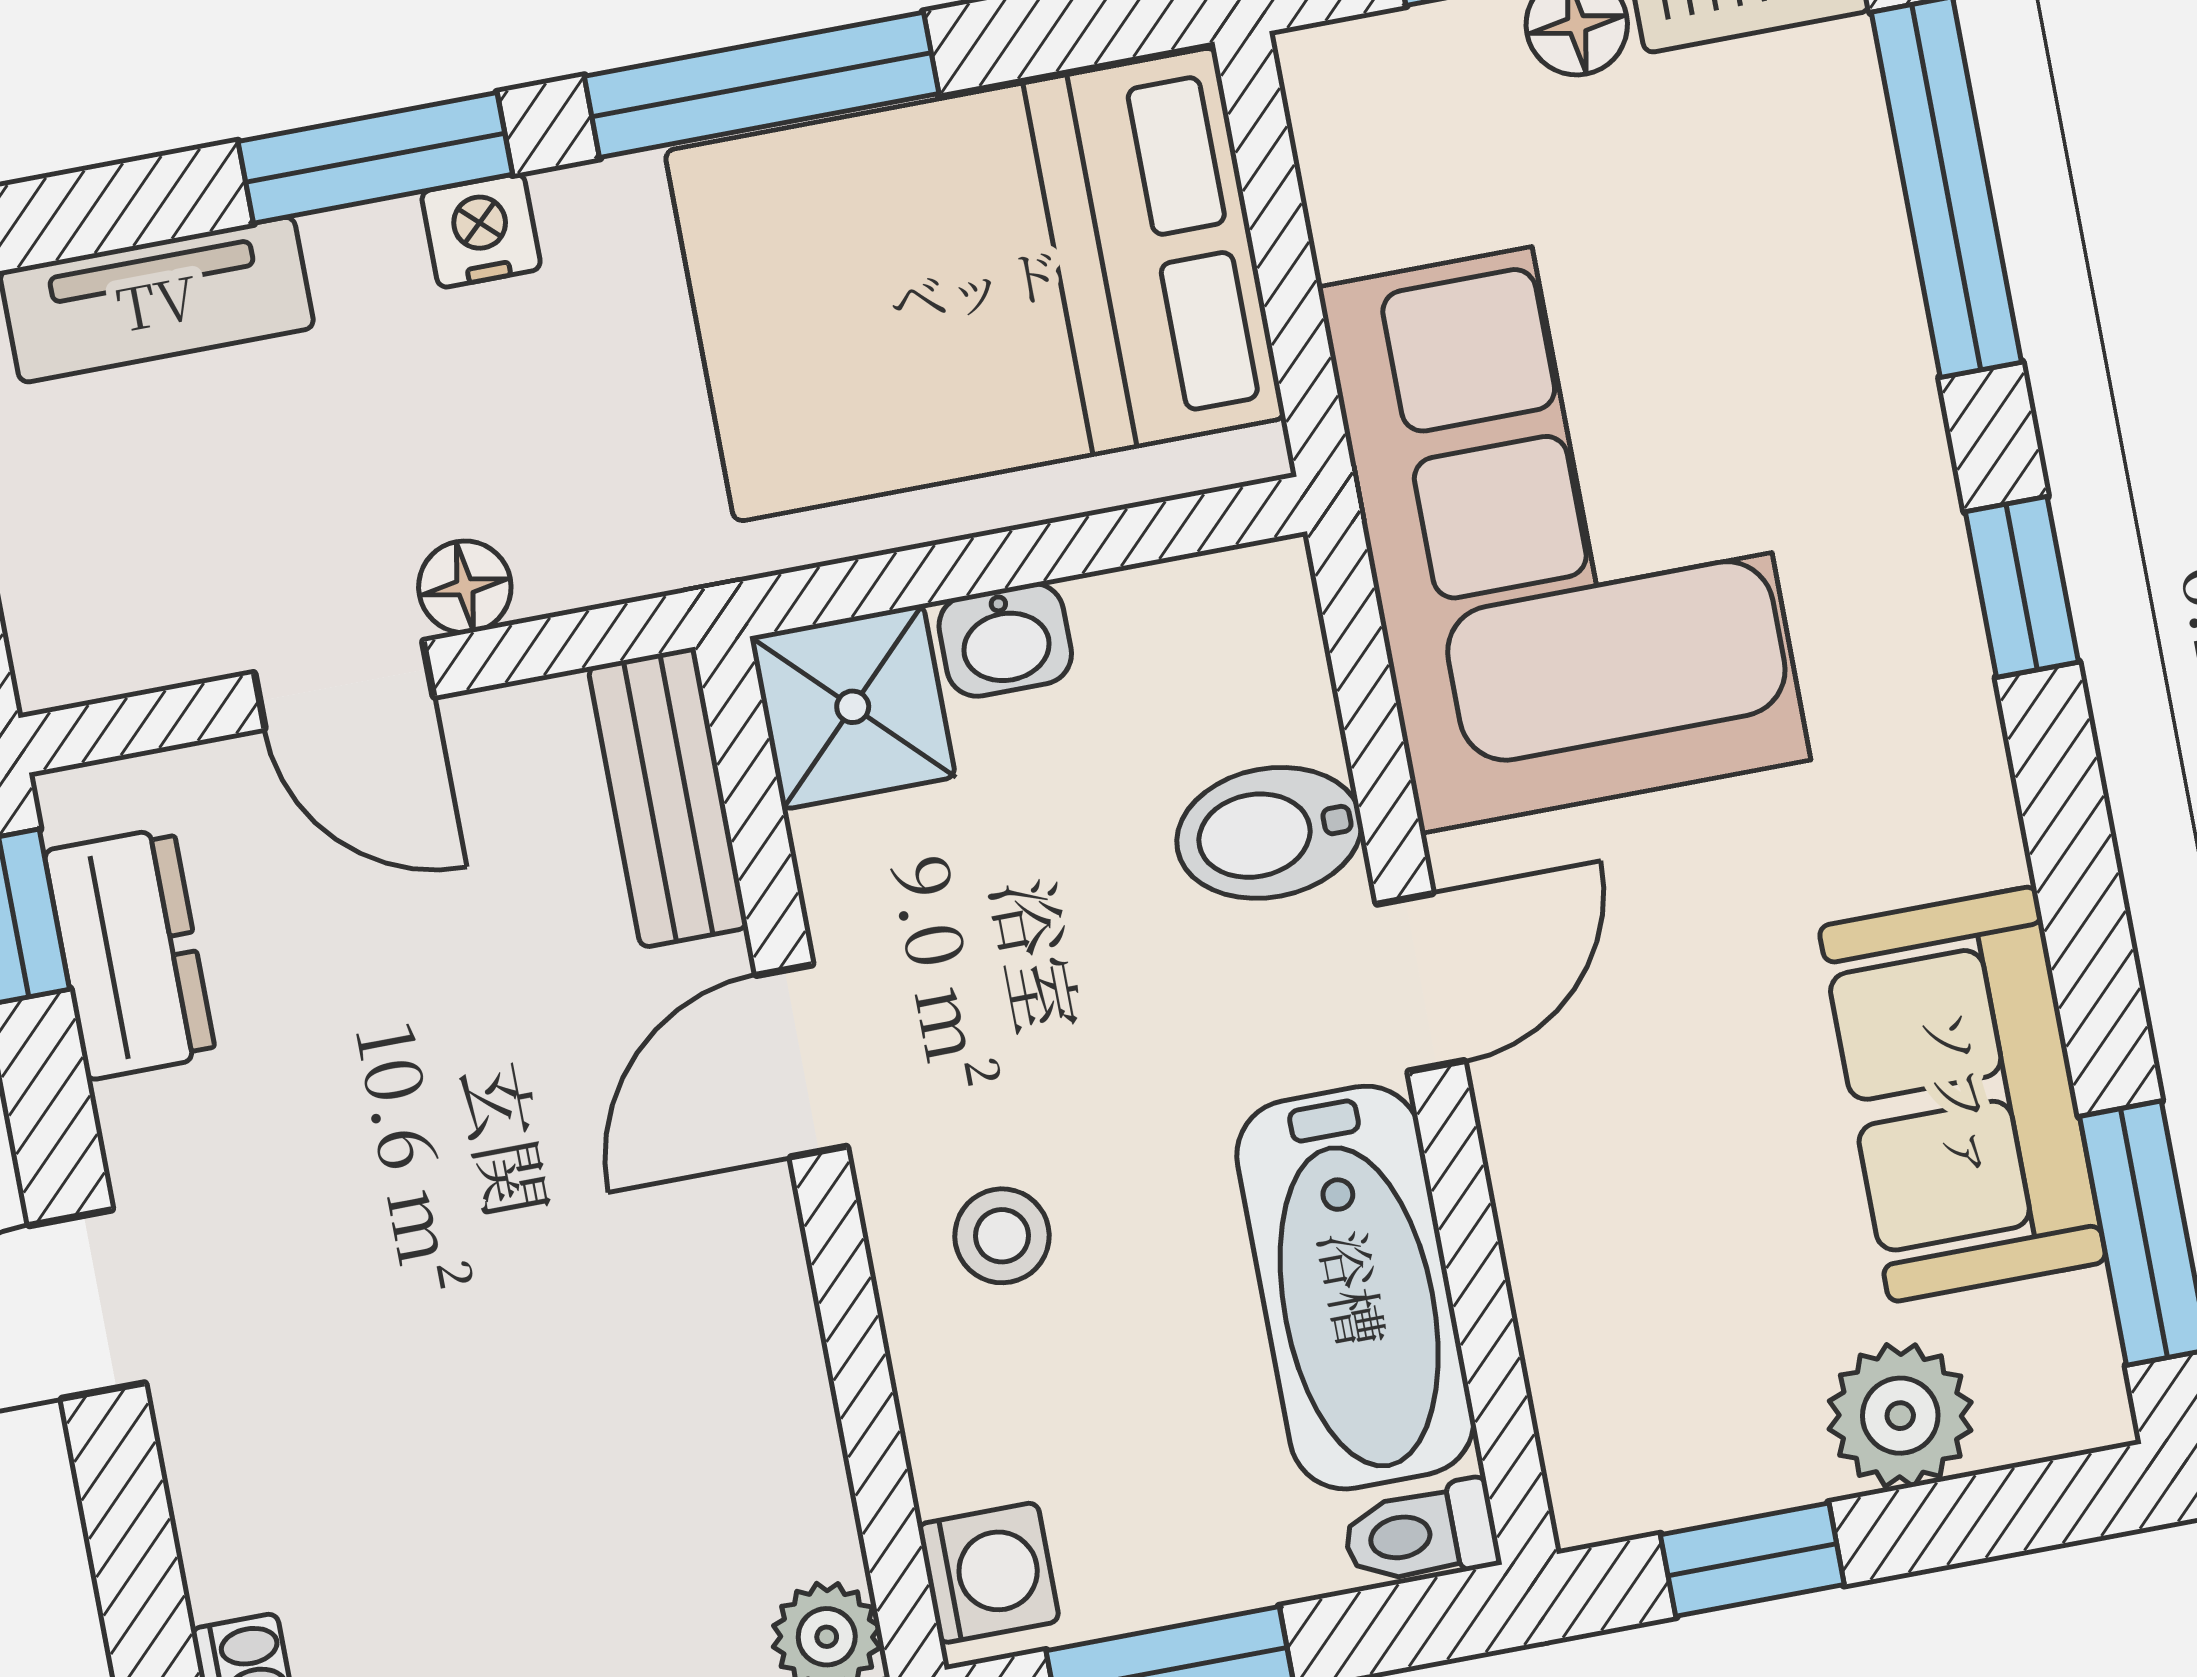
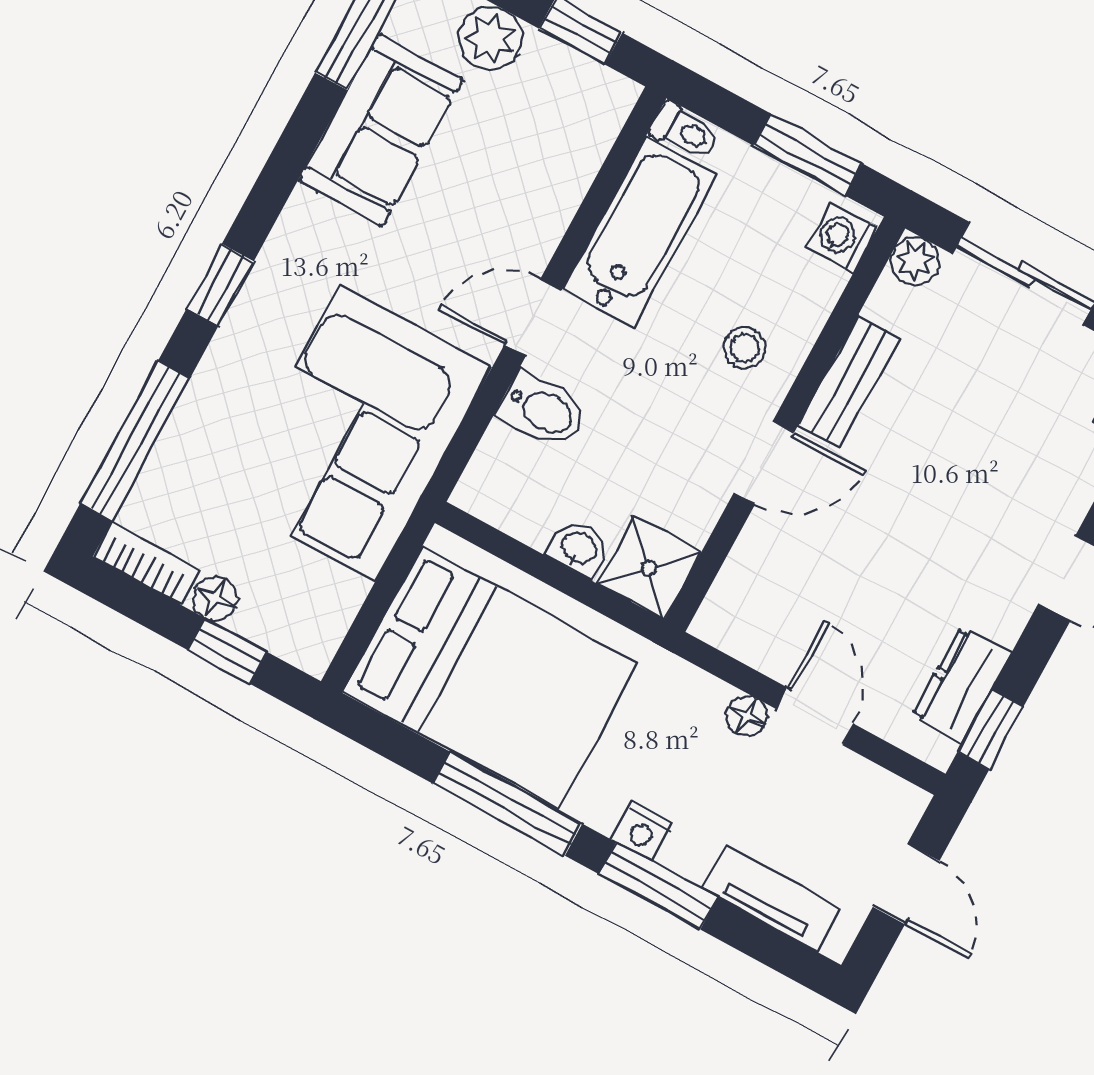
bench: (668, 797) -> (849, 381), moved

